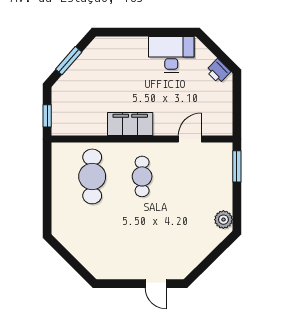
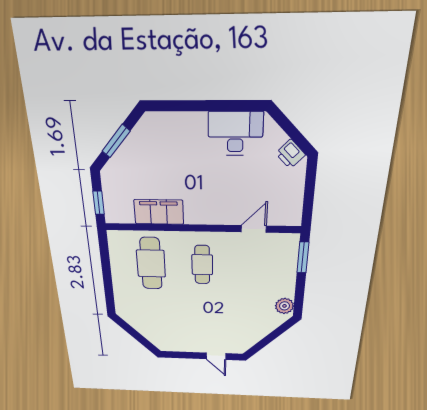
filing cabinet: (130, 124) -> (159, 212), moved

